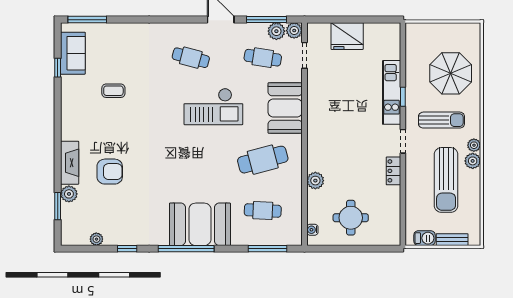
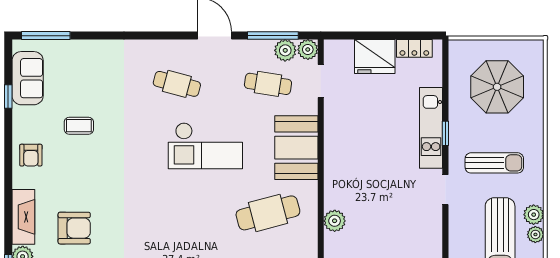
parasol: (451, 73) -> (497, 87), moved
armchair: (75, 114) -> (31, 155), added
plant: (474, 145) -> (535, 234), moved
locker: (393, 171) -> (414, 48), moved, turned -90
plant: (315, 181) -> (335, 221), moved

